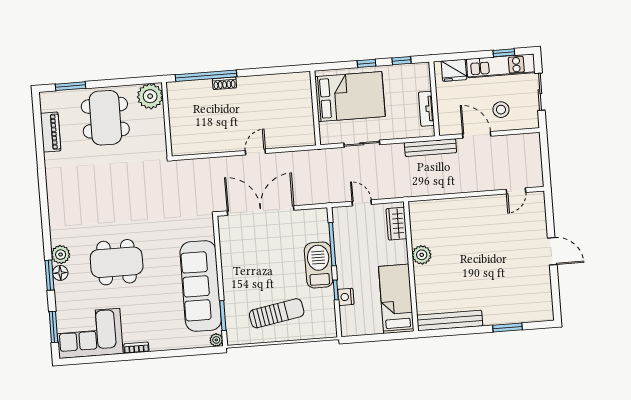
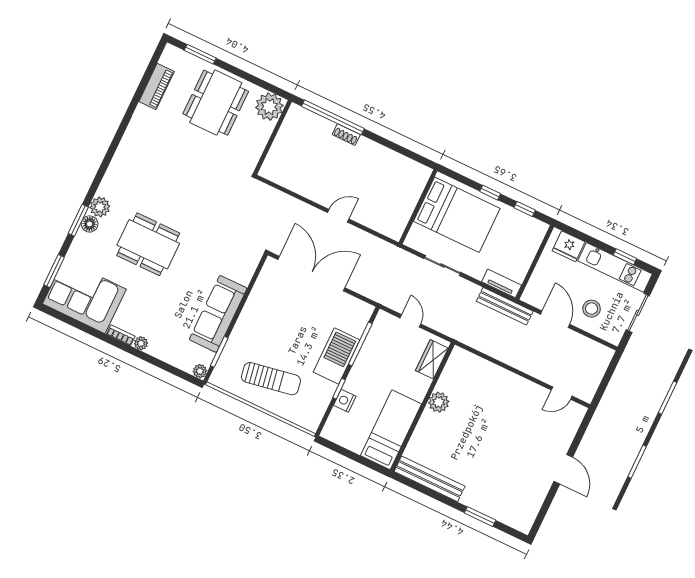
tv unit: (426, 109) -> (502, 283), moved, turned 90
sofa: (201, 286) -> (218, 314), width x0.74, depth x0.79
plant: (156, 345) -> (141, 343), added

